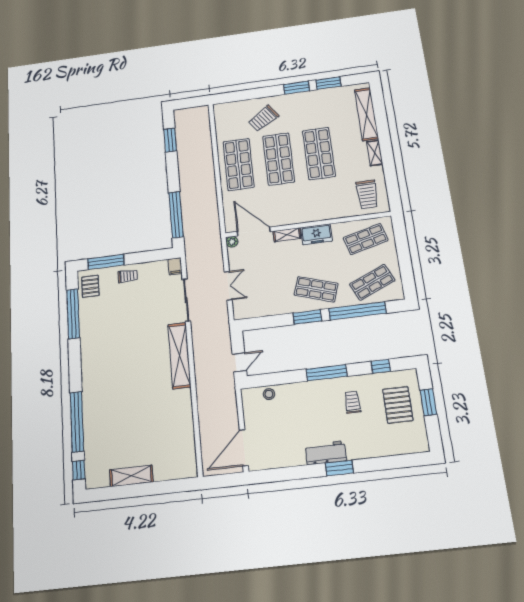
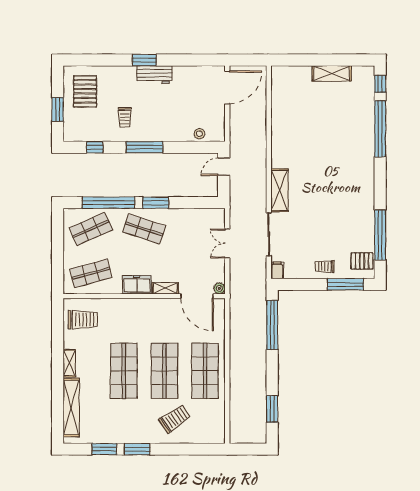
trolley: (367, 194) -> (83, 320), turned 90
pallet: (90, 286) -> (362, 261), turned 90
shelving: (179, 355) -> (279, 190), width x0.68
pallet: (398, 405) -> (85, 91), moved

